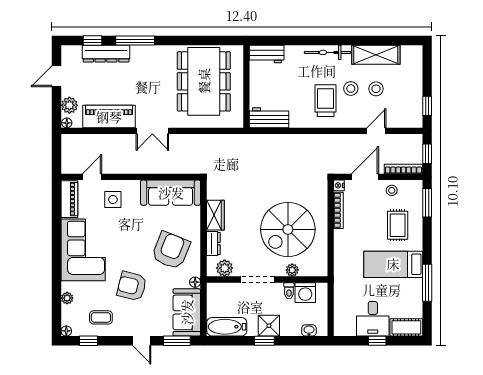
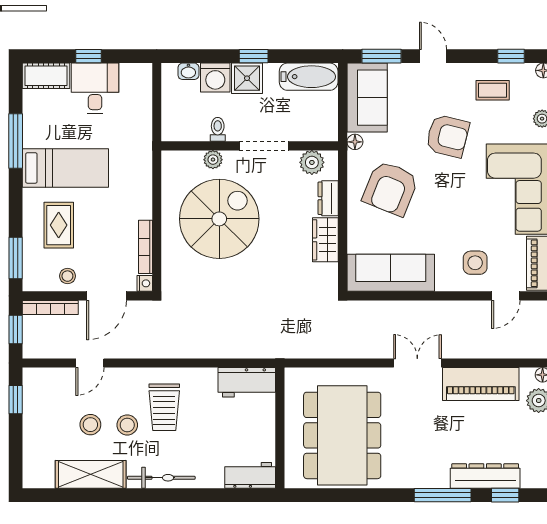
washing machine: (305, 293) -> (215, 78), moved, turned 180

